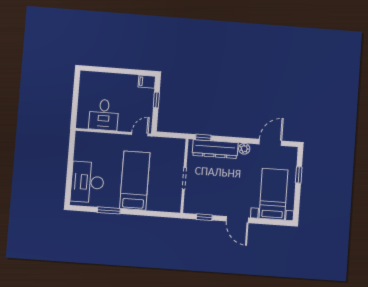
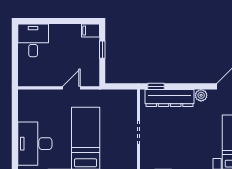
desk: (104, 115) -> (33, 40), moved, turned 180
door: (140, 134) -> (71, 88), moved

